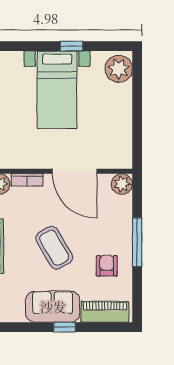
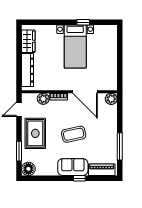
plant: (119, 69) -> (109, 35), removed
window: (137, 242) -> (120, 146), moved
coffee table: (54, 248) -> (74, 134), turned -72
armchair: (107, 266) -> (103, 144), removed

